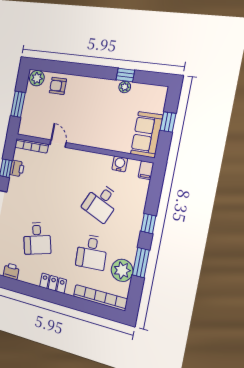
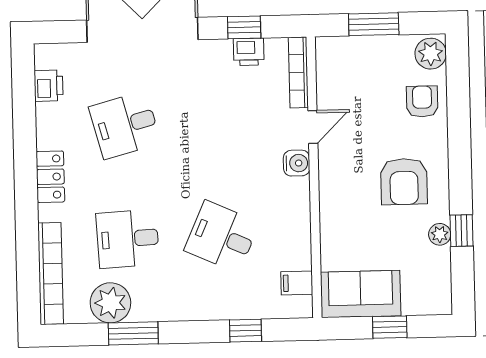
armchair: (94, 101) -> (404, 182), added
water cooler: (120, 164) -> (297, 163), moved
filing cabinet: (146, 170) -> (297, 283), moved
window: (148, 224) -> (246, 331), moved

